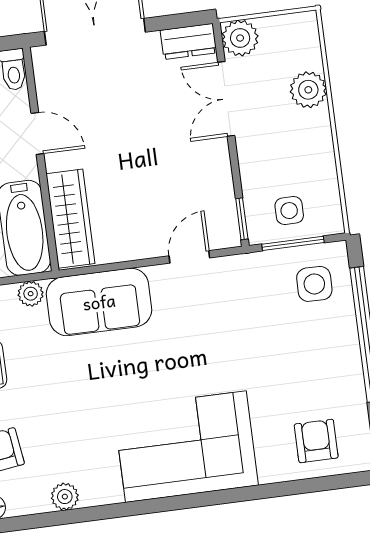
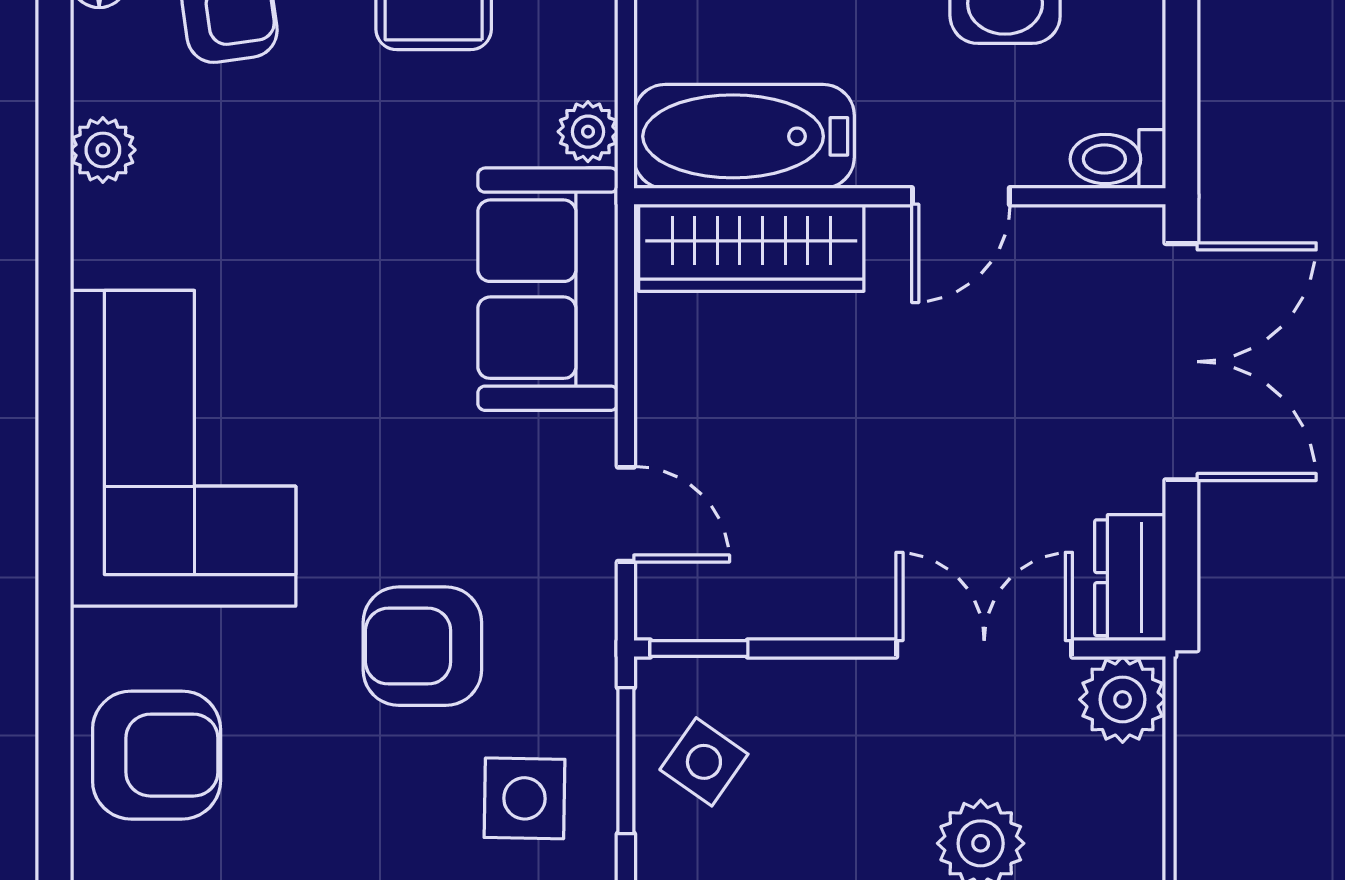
side table: (289, 211) -> (704, 762), turned 35
armchair: (256, 335) -> (422, 646), added
armchair: (316, 441) -> (157, 755), width x1.38, depth x1.38

